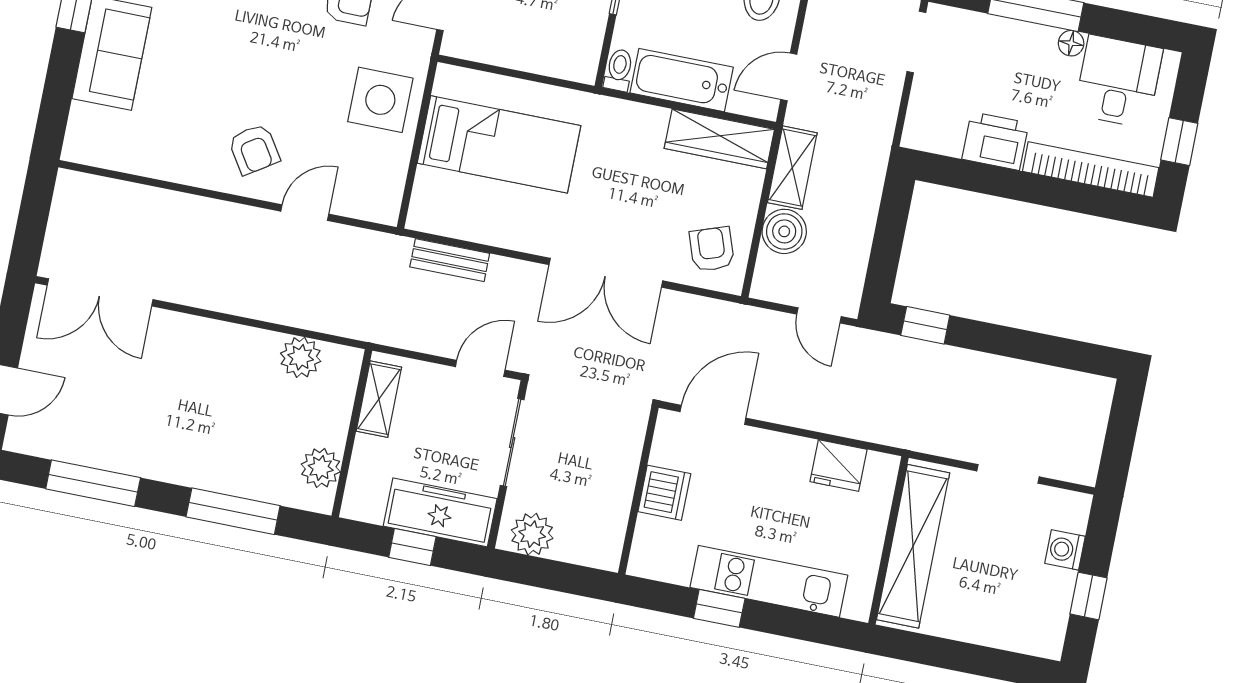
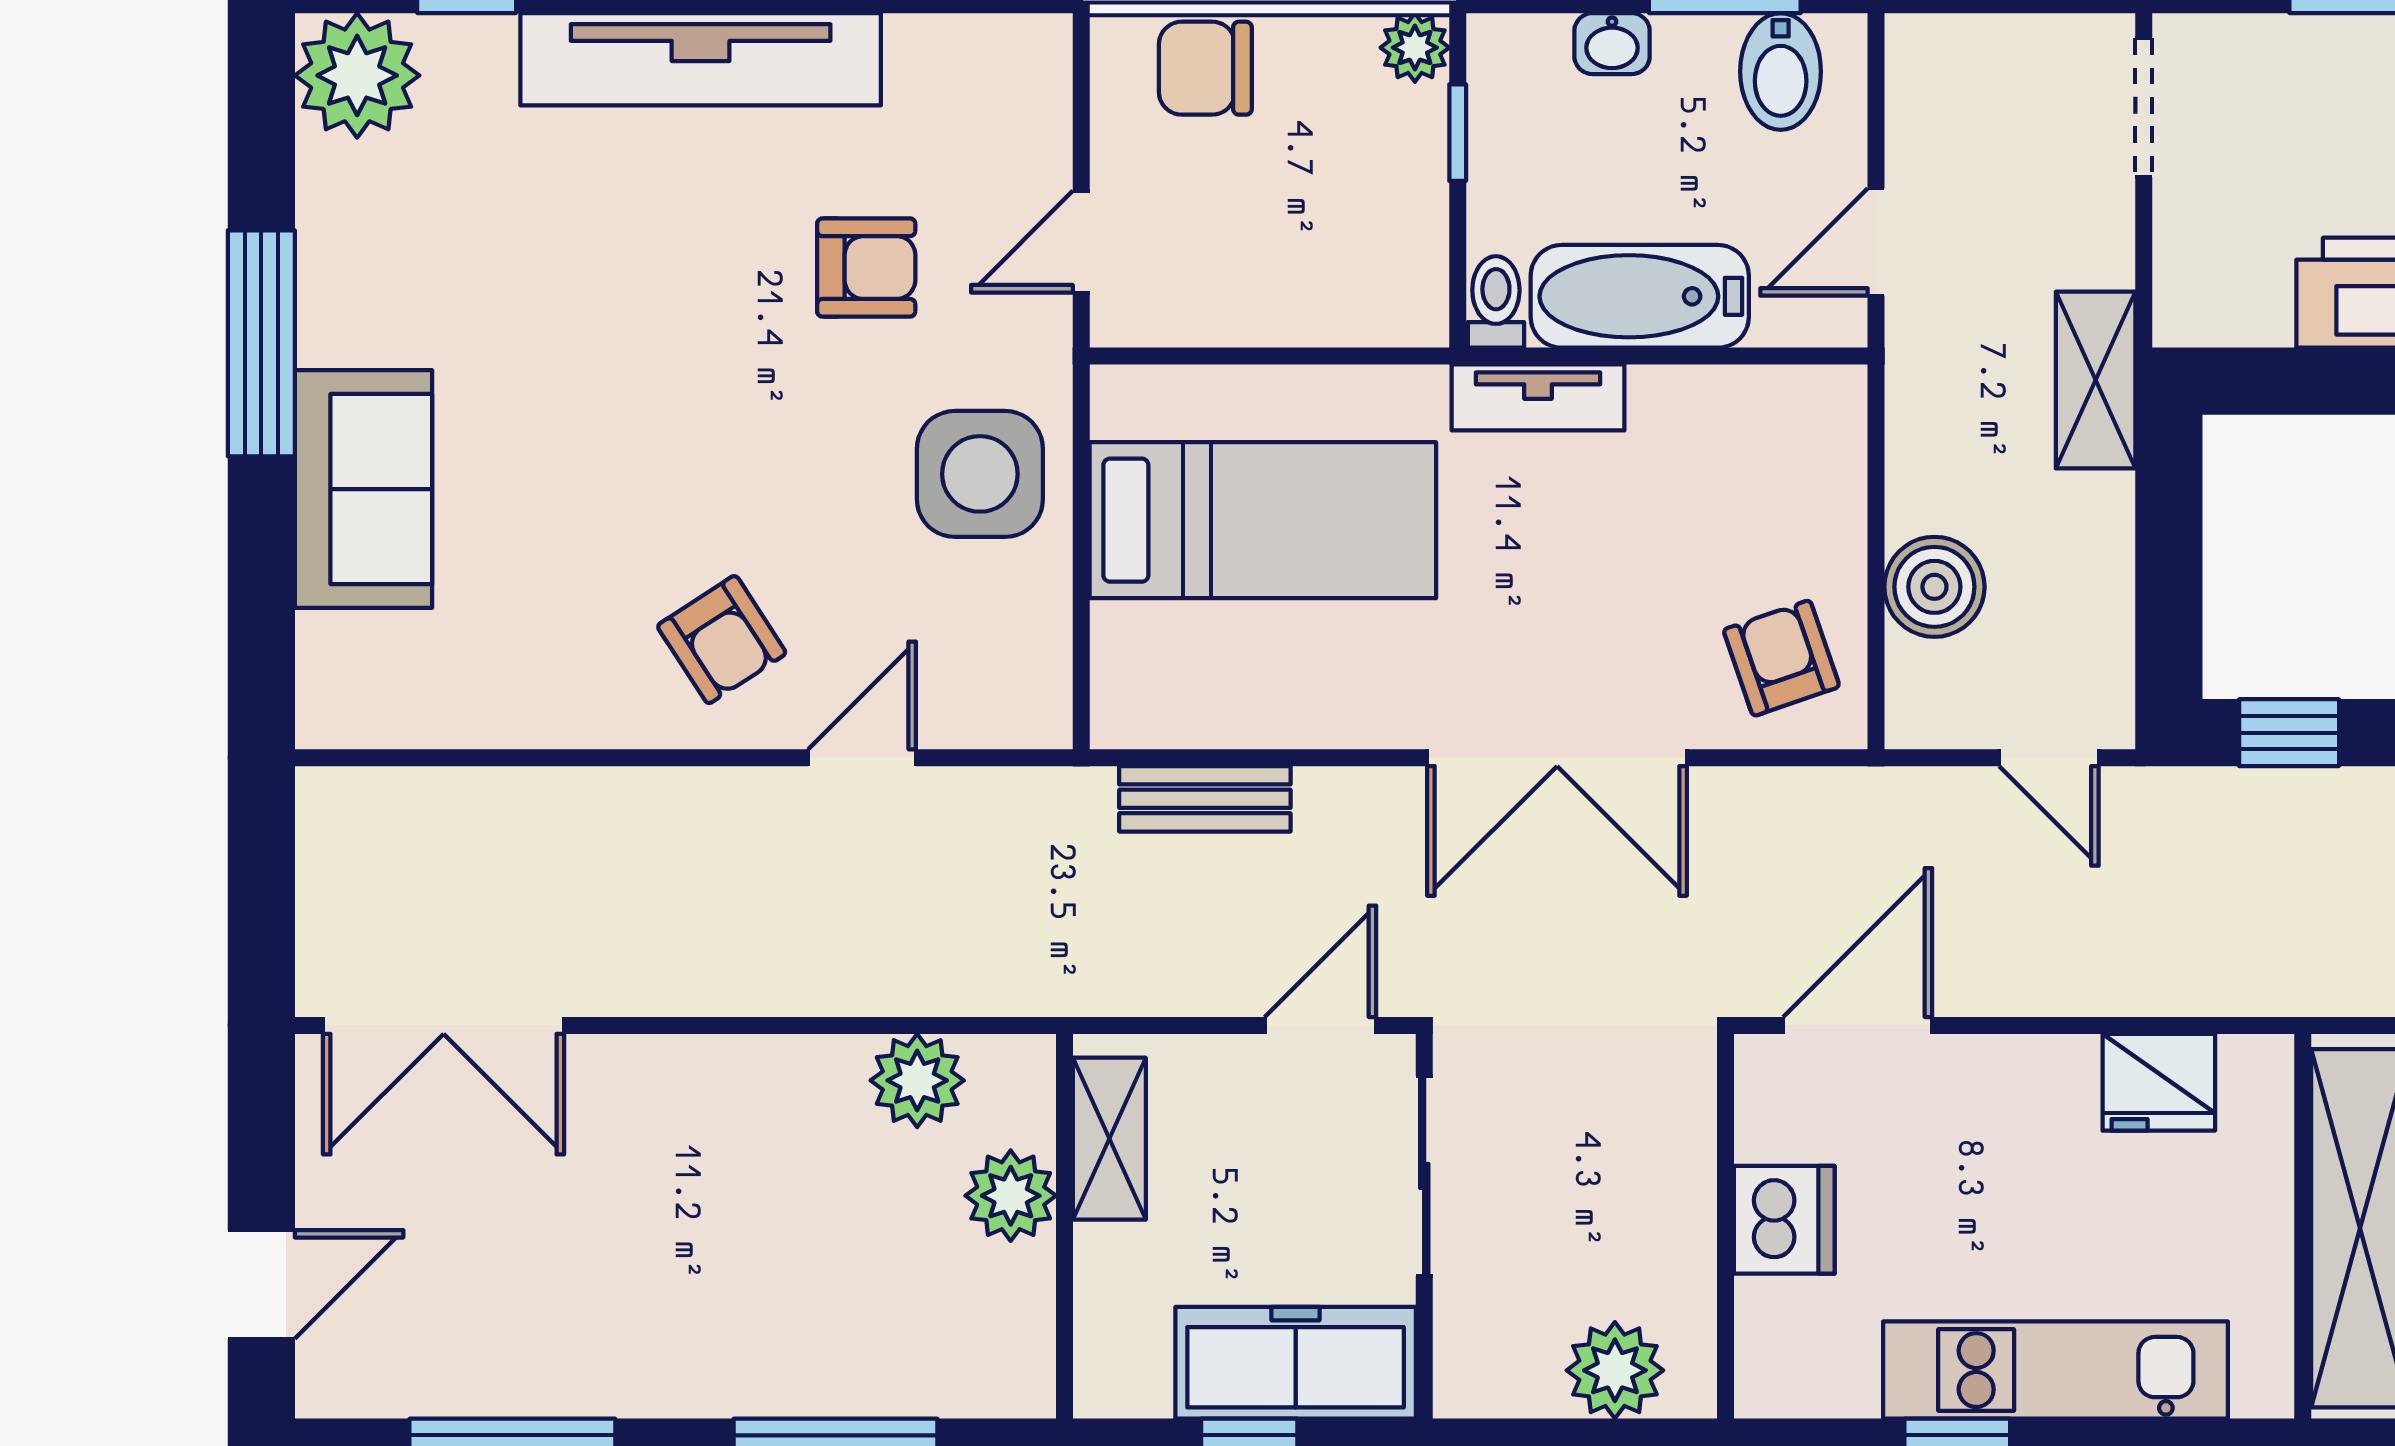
tv unit: (629, 115) -> (1538, 397), added
wardrobe: (719, 139) -> (1749, 410), removed
shelving: (792, 168) -> (2096, 380), moved
plant: (321, 468) -> (1011, 1196), moved
plant: (532, 534) -> (1615, 1370), moved

